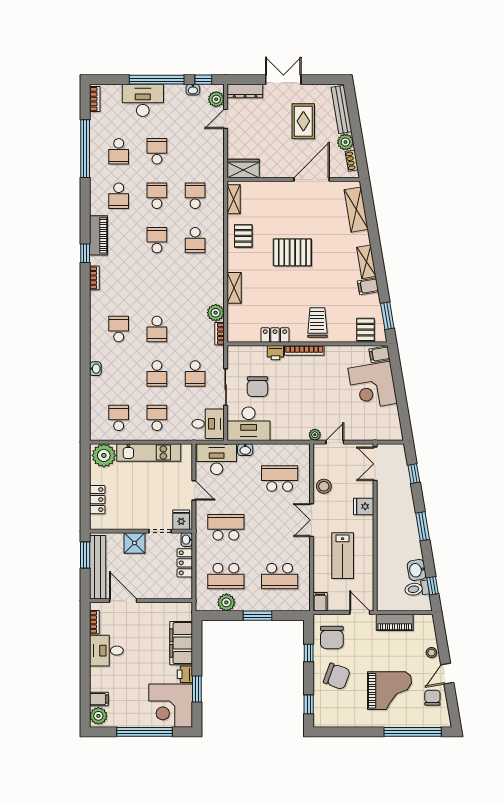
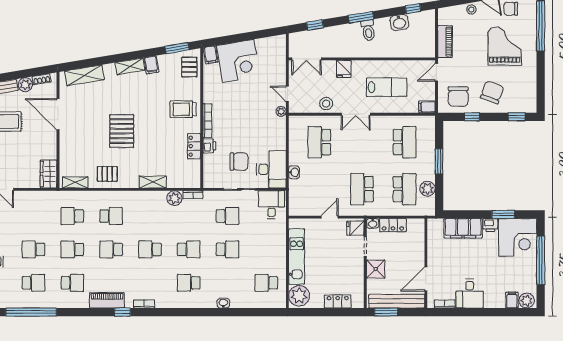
pallet: (366, 330) -> (189, 67), turned 90
school desk: (157, 418) -> (150, 249), moved
desk: (217, 459) -> (302, 197), removed
toilet: (417, 589) -> (368, 30), moved
chair: (332, 637) -> (458, 97), turned 90

